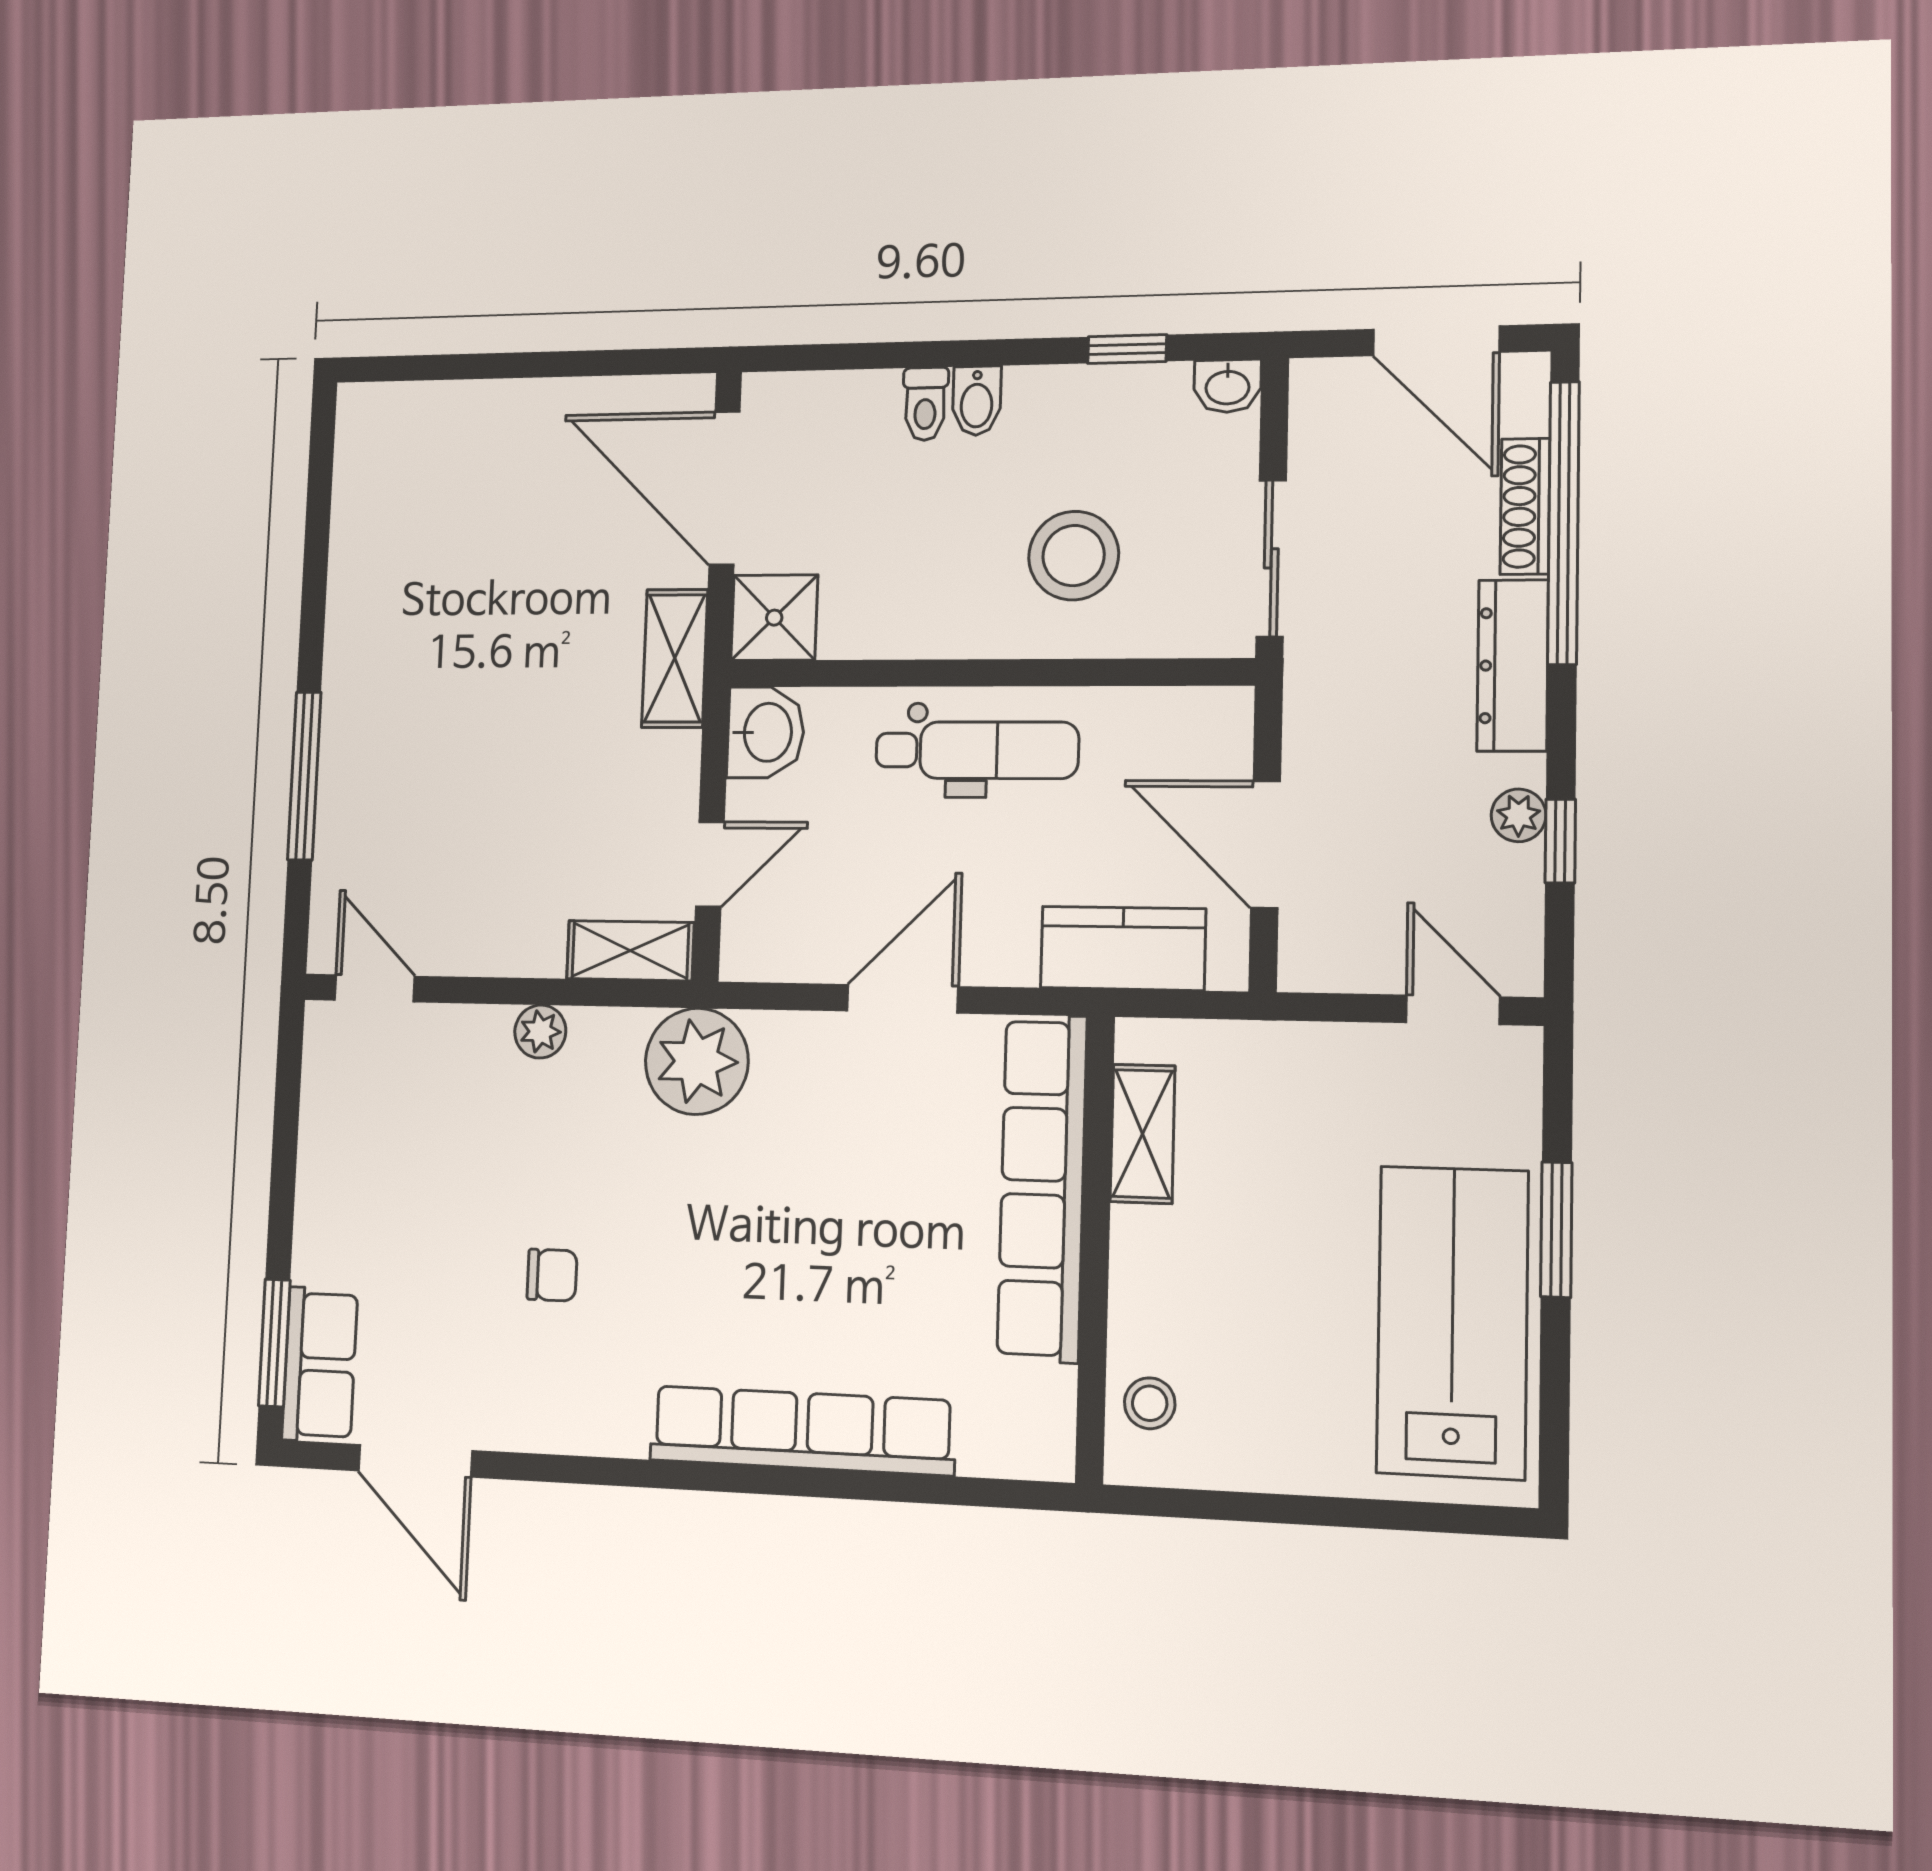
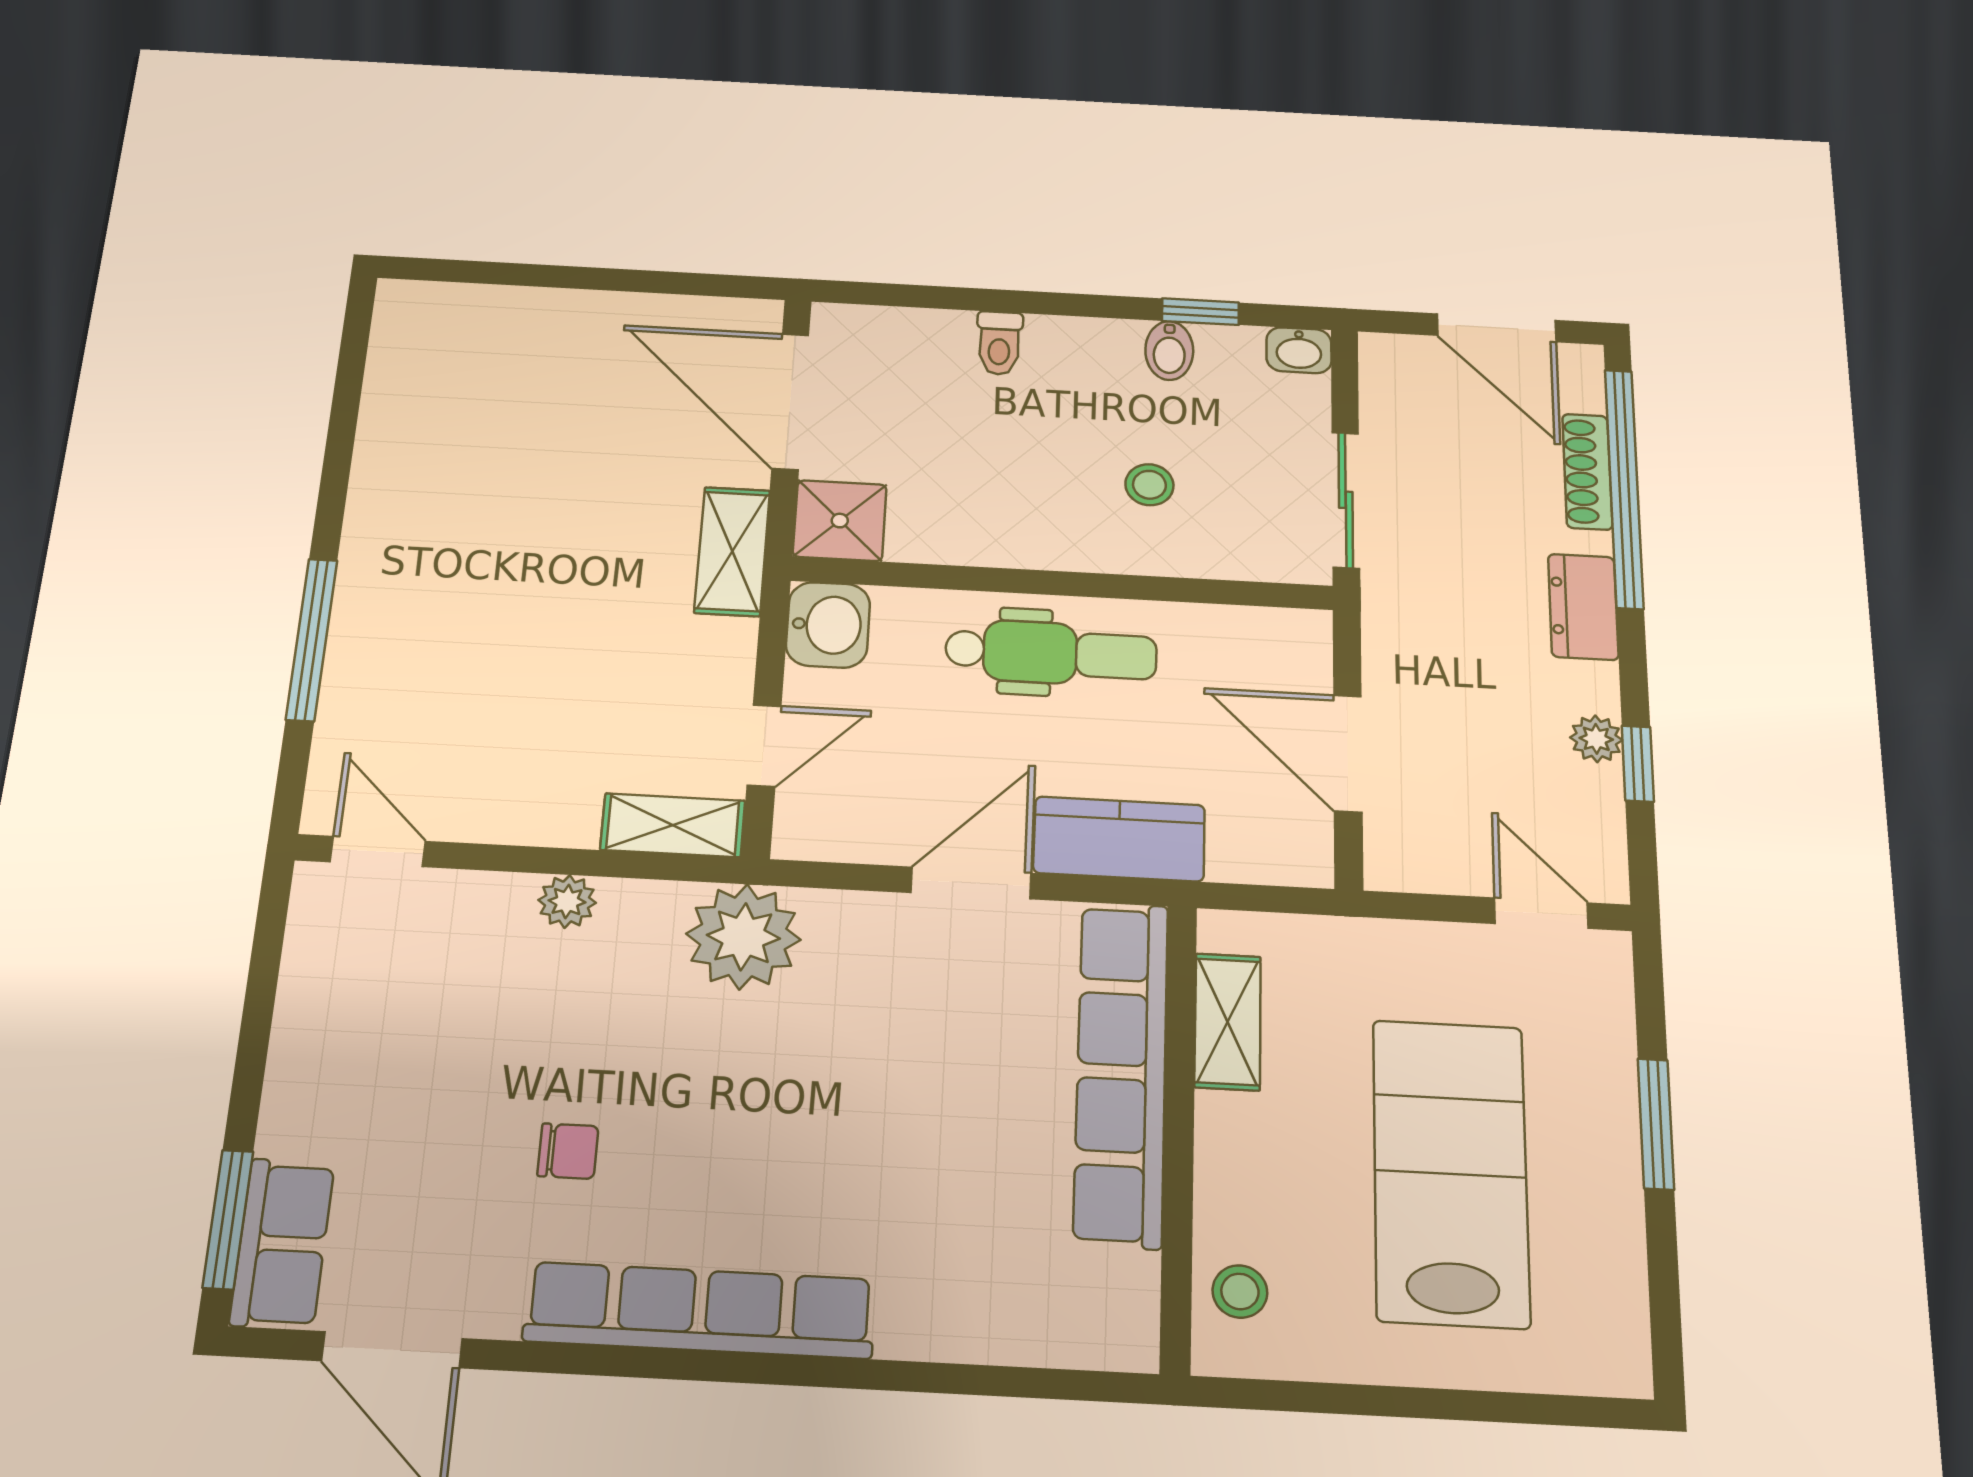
bidet: (977, 401) -> (1169, 351), moved
stool: (1074, 556) -> (1149, 485), width x0.53, depth x0.53
dresser: (1513, 666) -> (1583, 607), width x0.70
kitchen counter: (1123, 948) -> (1119, 839), moved
lab bench: (1452, 1322) -> (1450, 1172), moved
row of seats: (802, 1430) -> (700, 1310), moved

